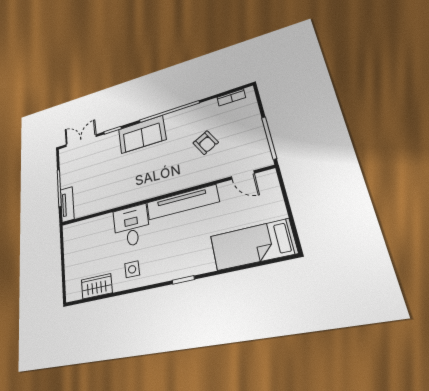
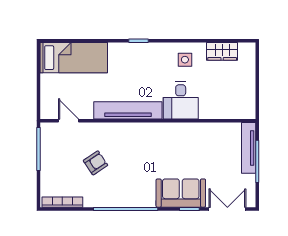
bookcase: (231, 97) -> (62, 202), width x1.56
sofa: (142, 134) -> (181, 193), moved
double door: (81, 141) -> (227, 209), swing flipped
armchair: (206, 143) -> (95, 163), turned 84
tv unit: (67, 204) -> (249, 148), width x1.41

